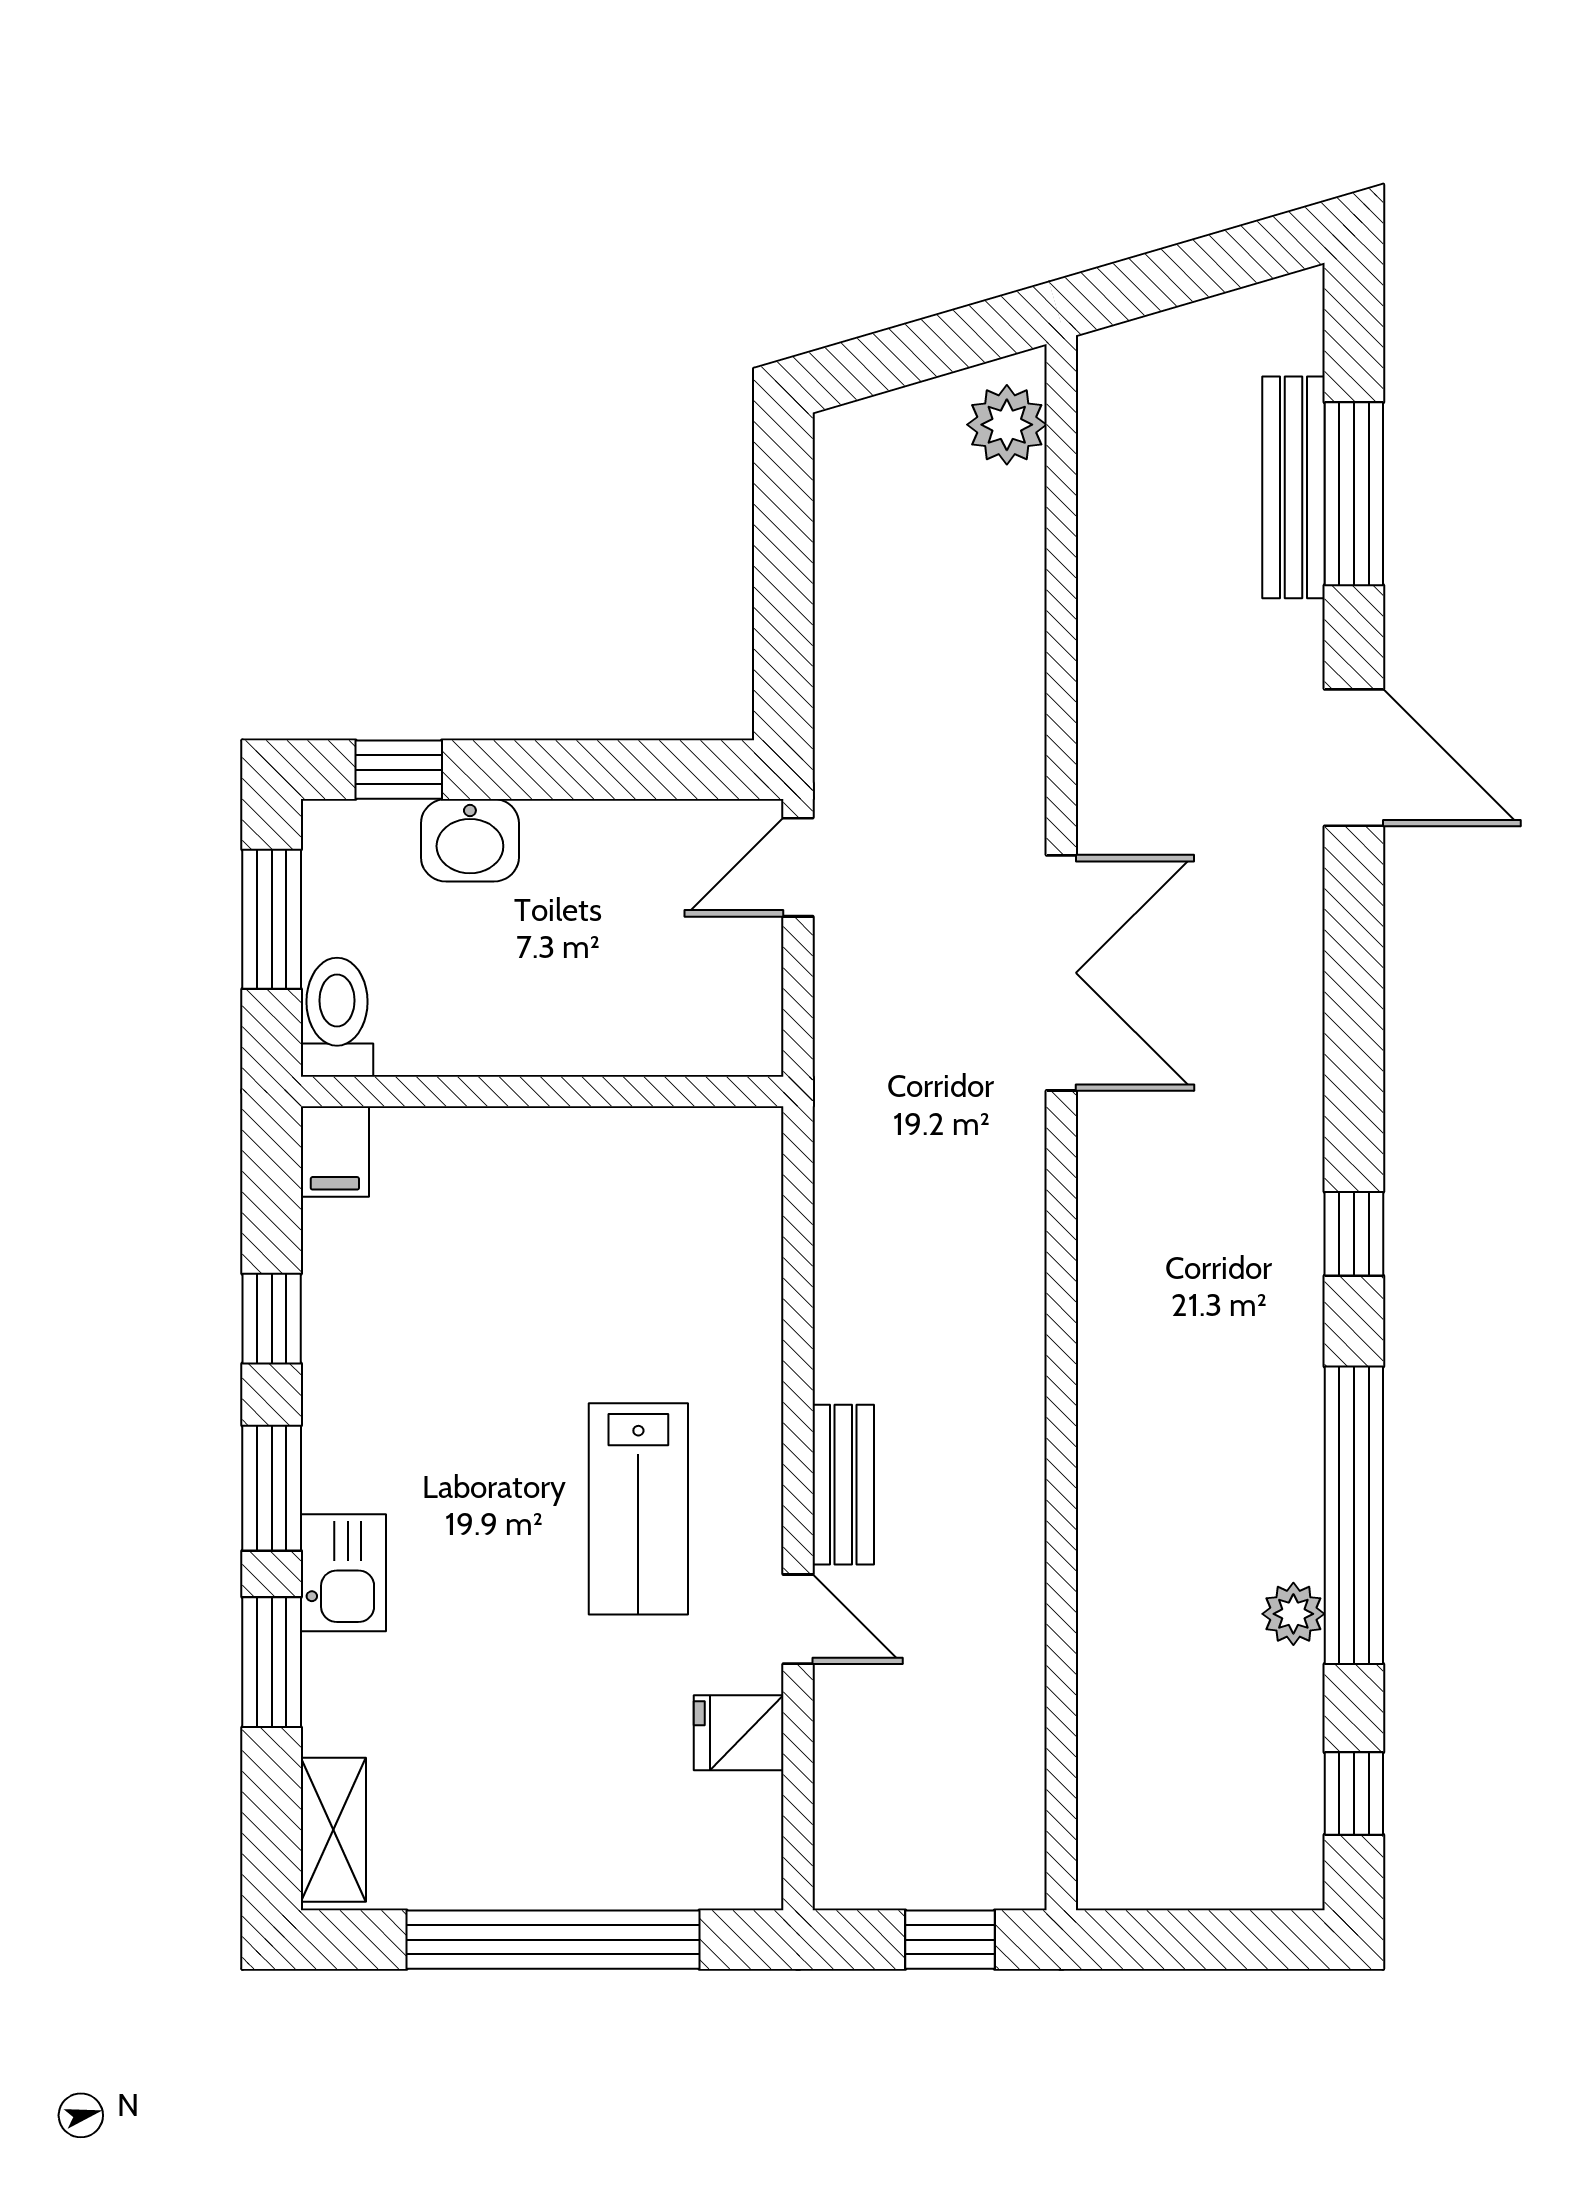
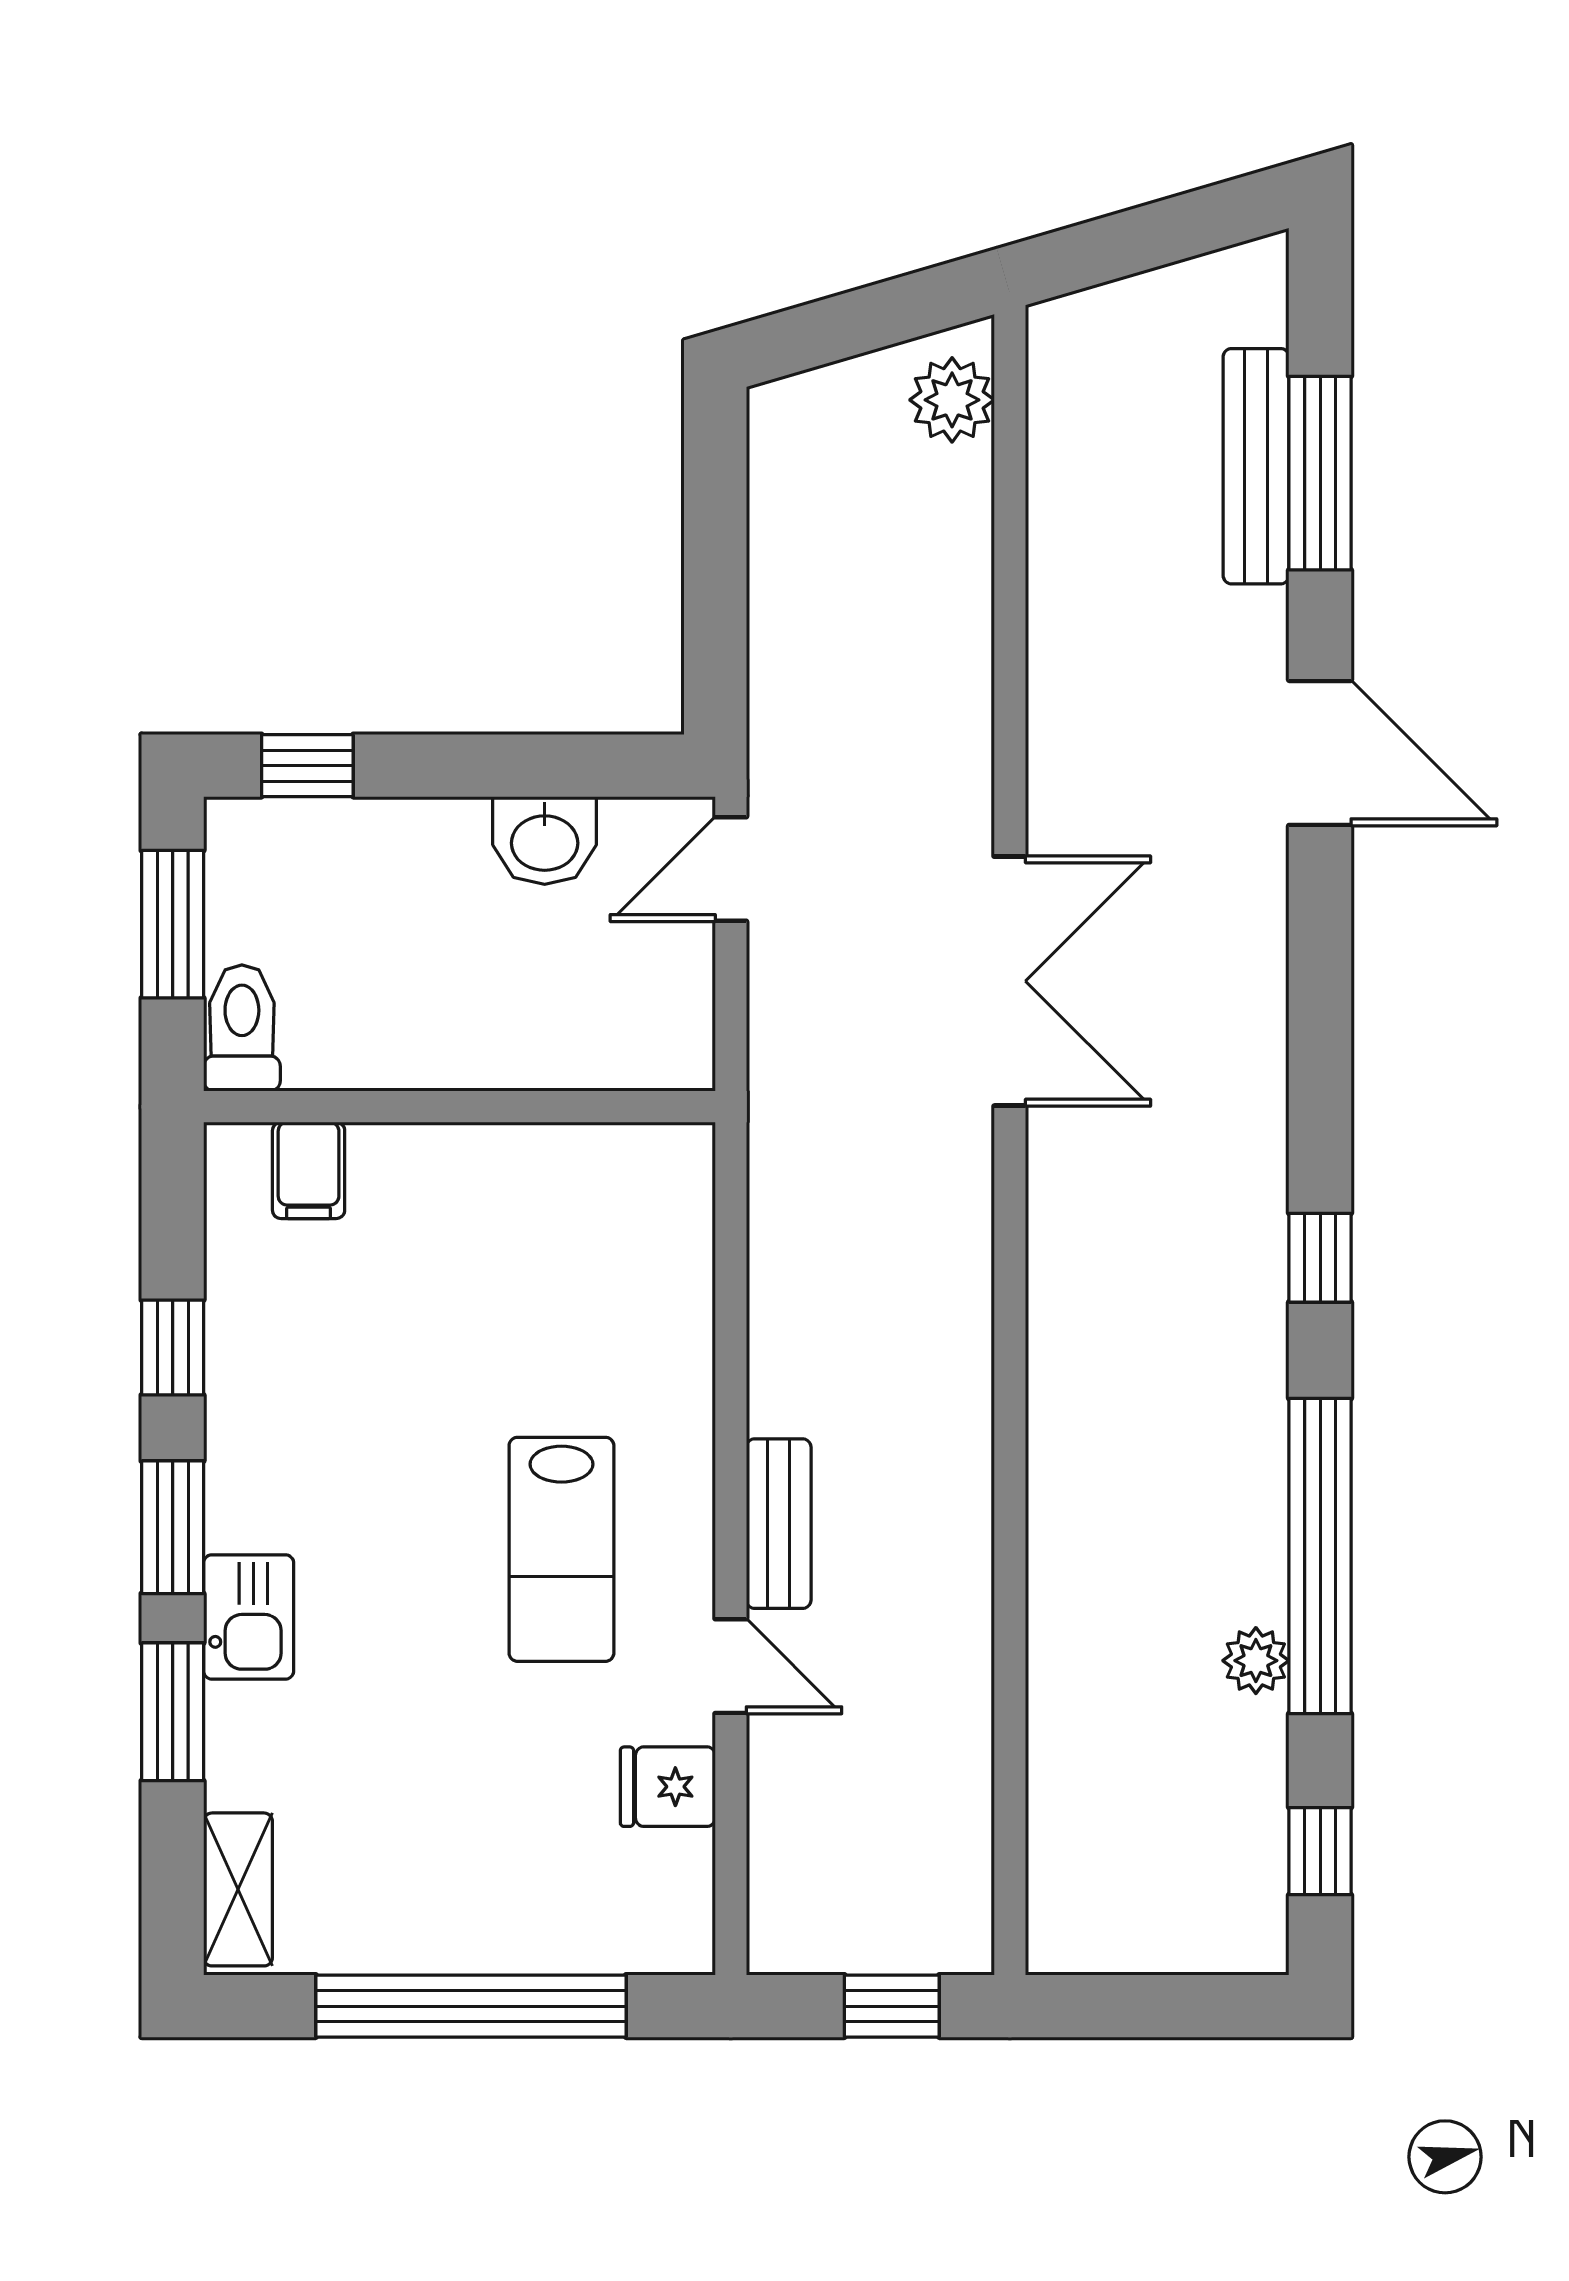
washbasin: (470, 840) -> (545, 840), moved
filing cabinet: (335, 1152) -> (309, 1170), moved

